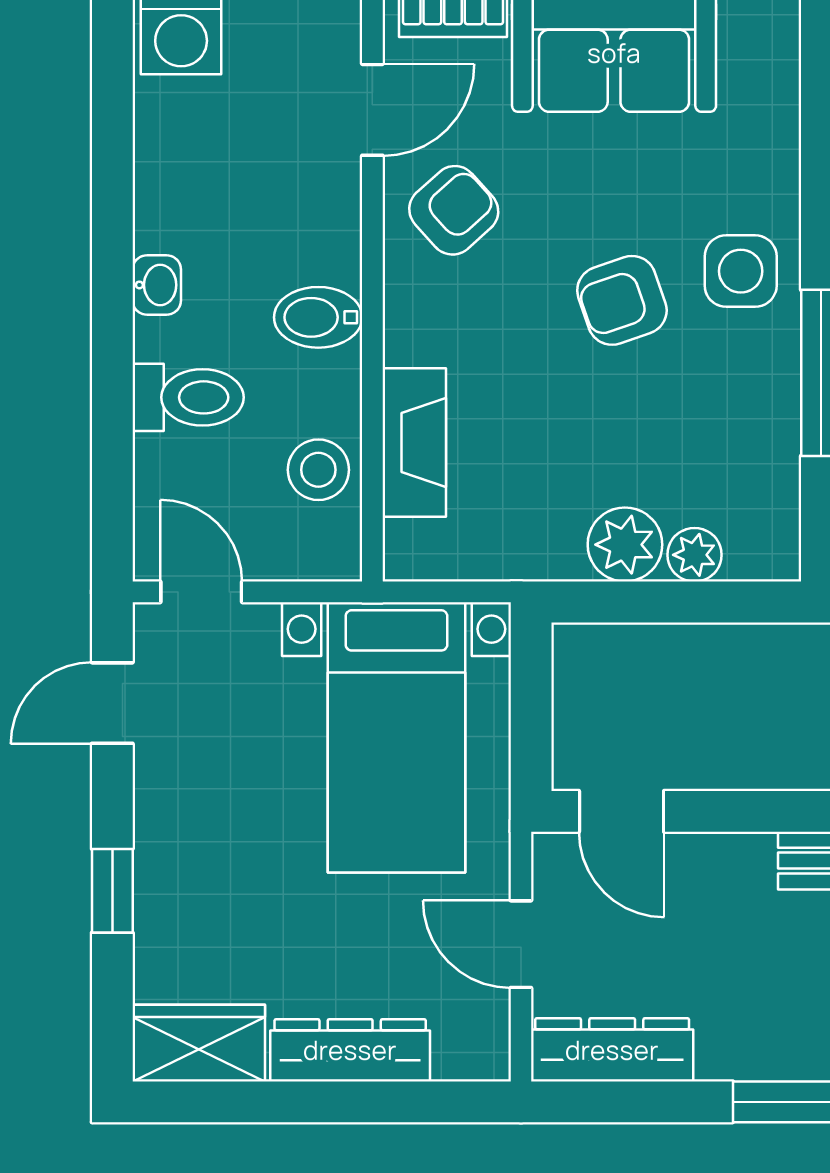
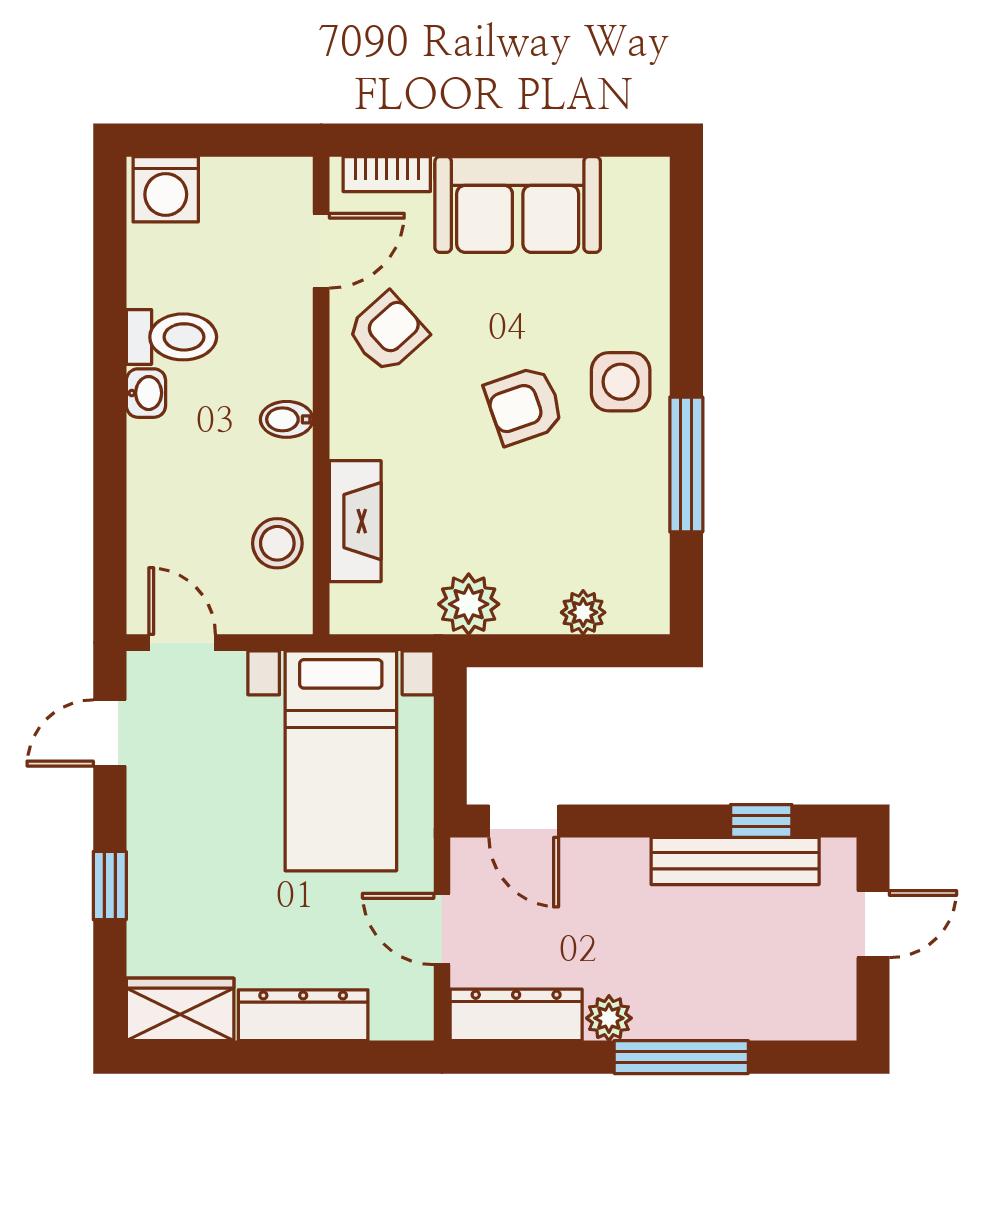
bidet: (318, 317) -> (287, 419), width x0.72, depth x0.74
toilet: (188, 397) -> (171, 337), moved
plant: (625, 545) -> (469, 604), moved
plant: (726, 1054) -> (609, 1018), added

